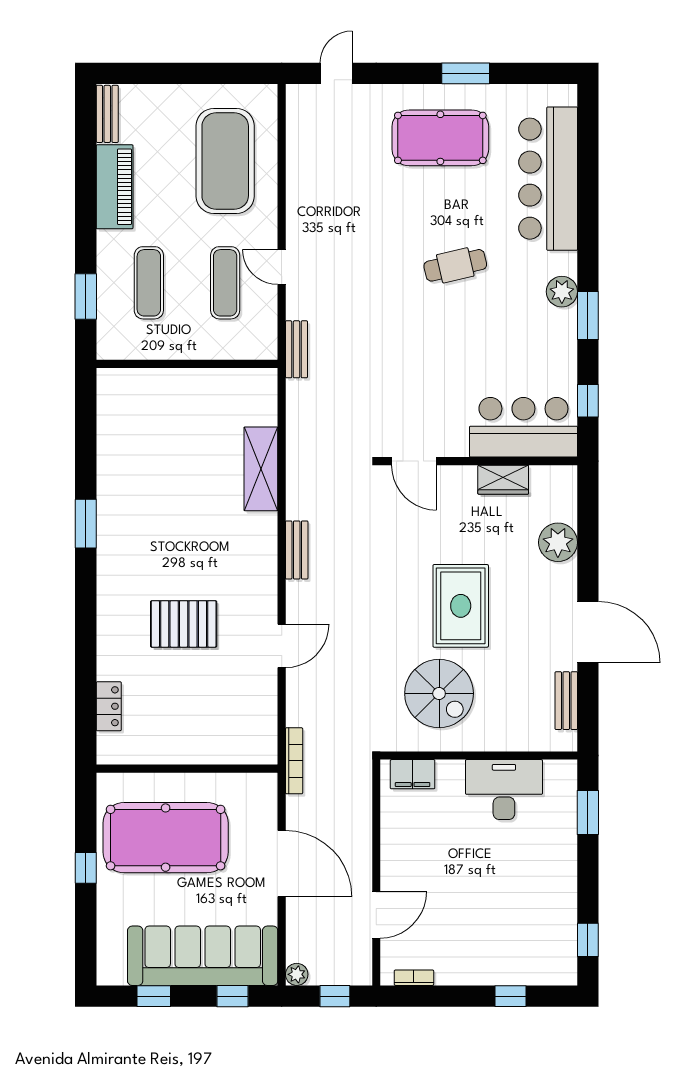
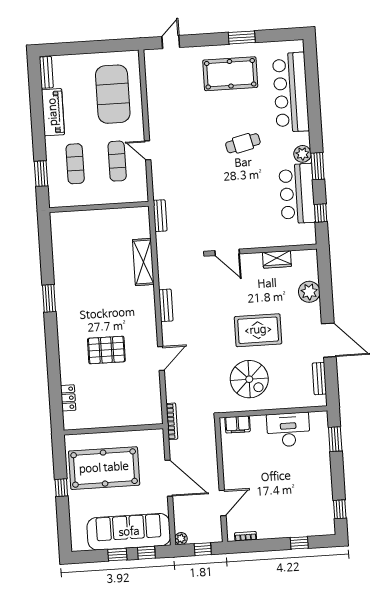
bench: (296, 349) -> (160, 216), moved
bar counter: (523, 427) -> (297, 194), moved, turned -90
rug: (461, 606) -> (258, 330), turned 90
window: (154, 996) -> (117, 555), moved

